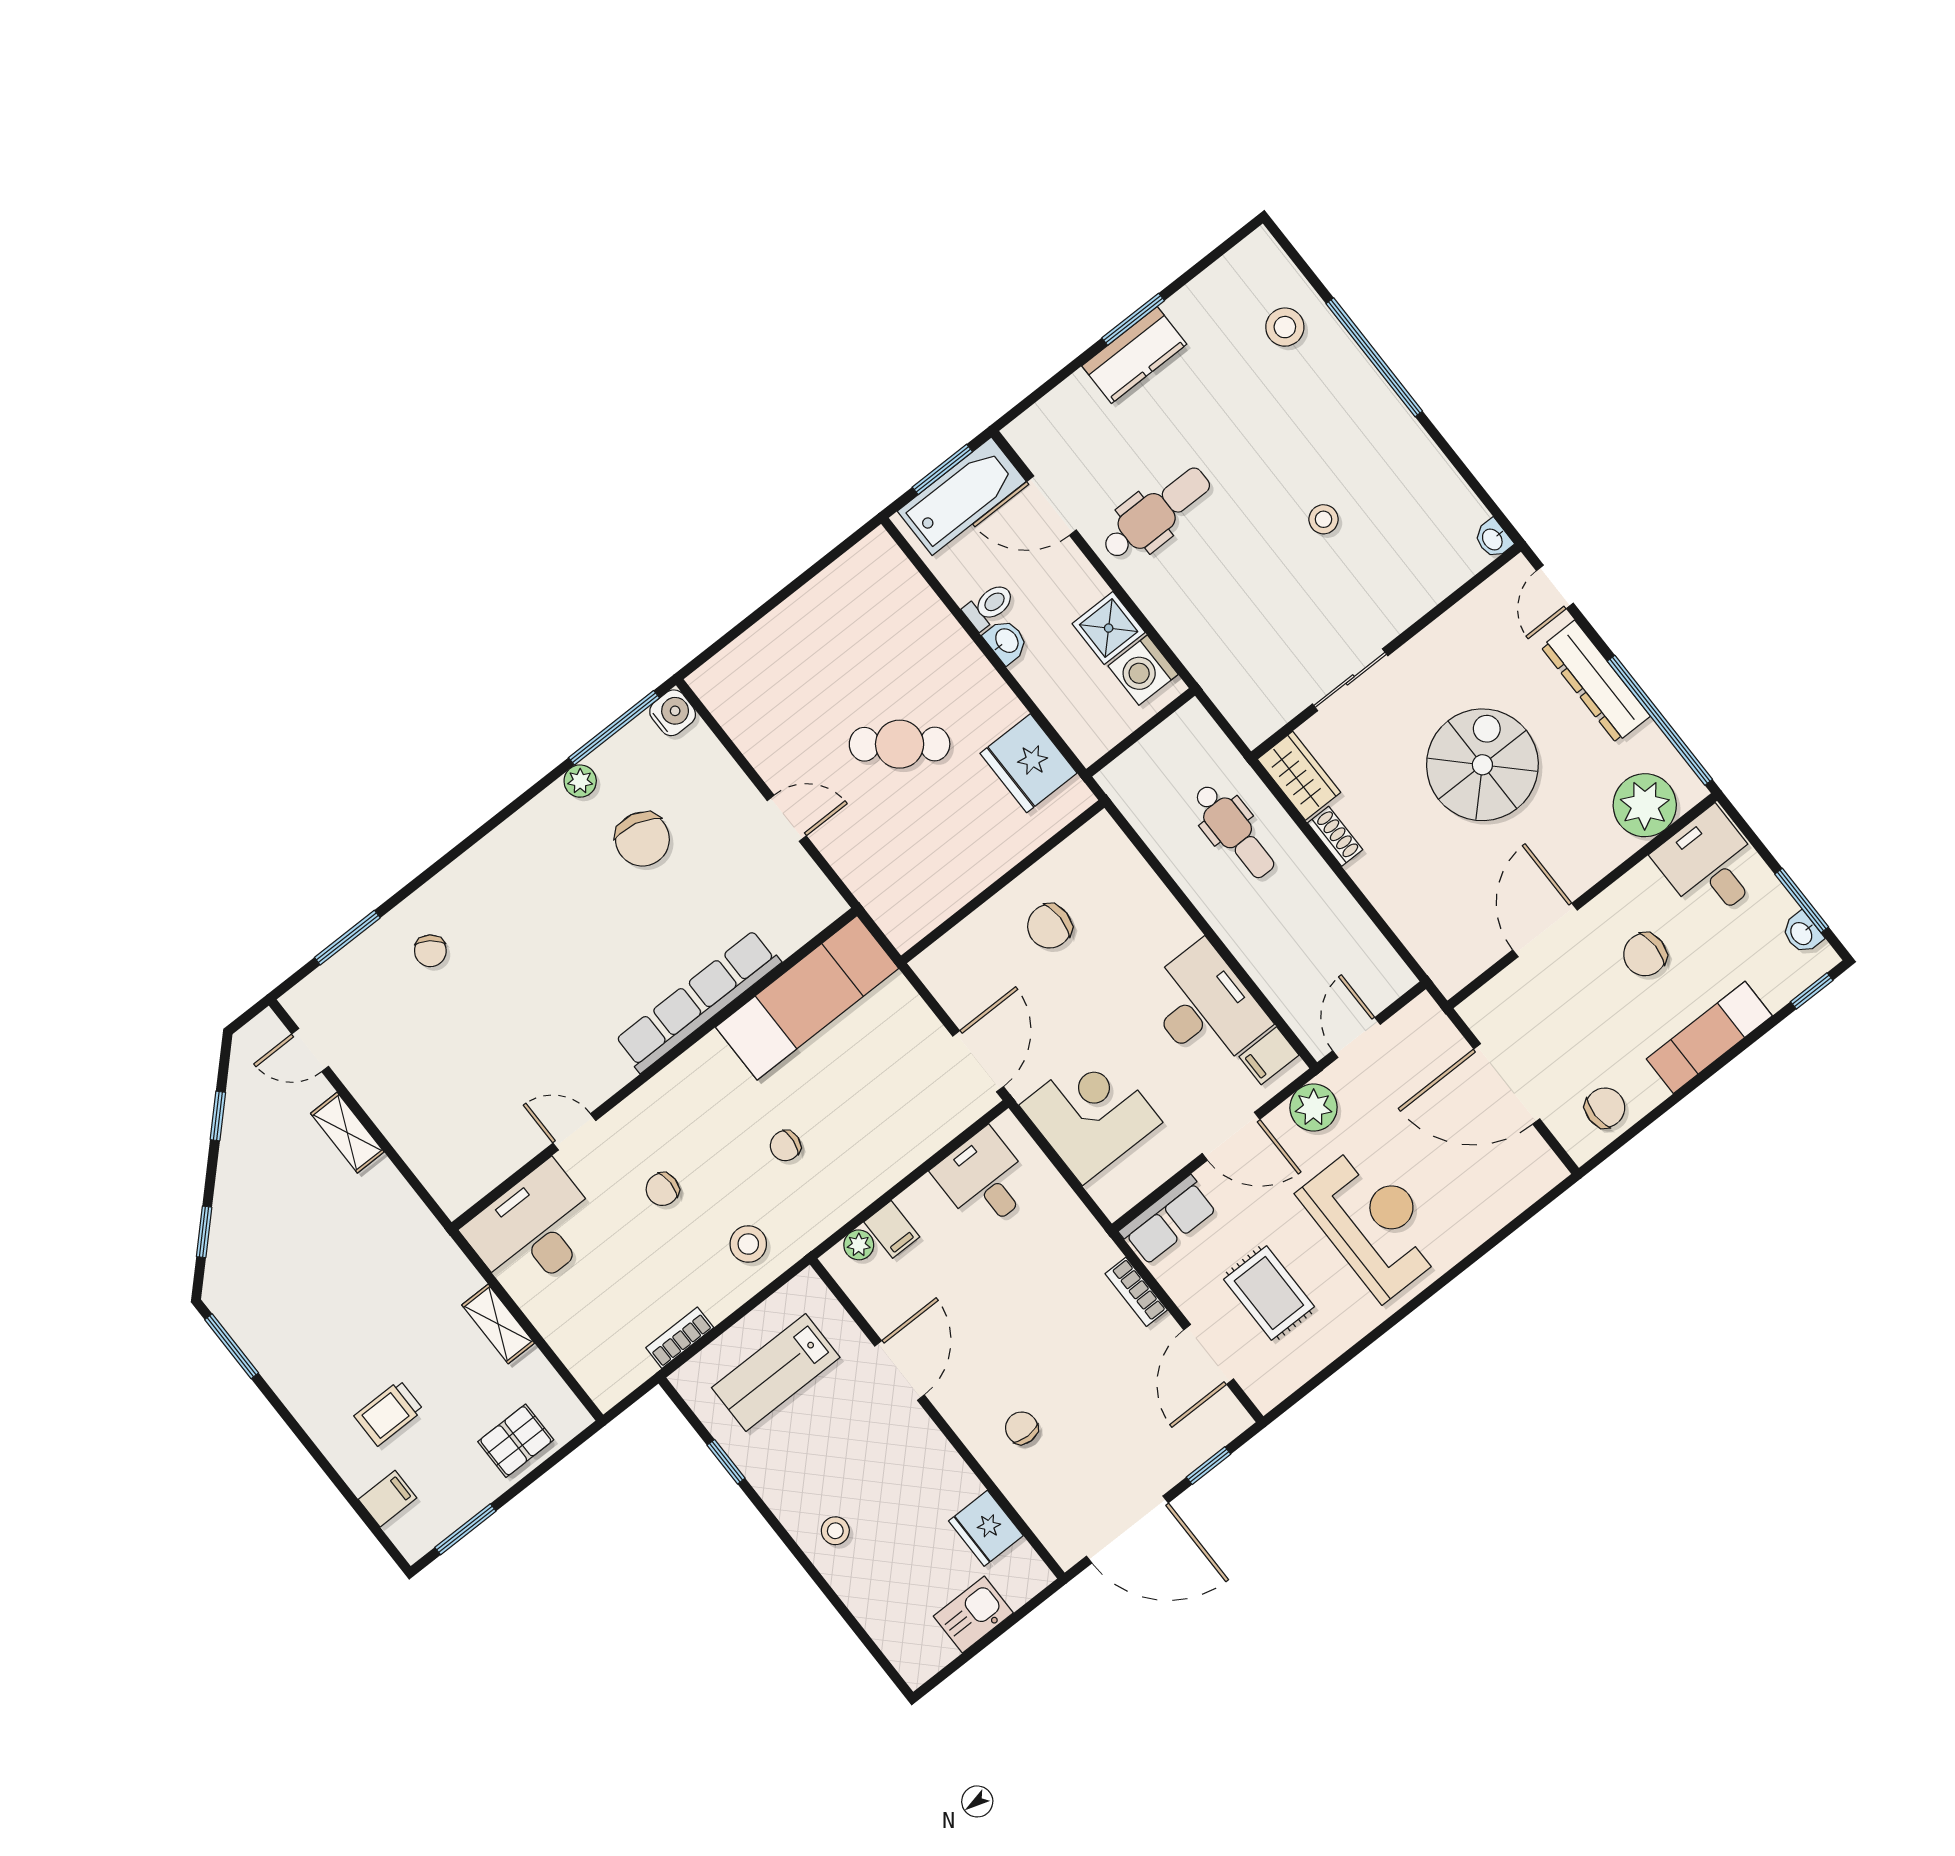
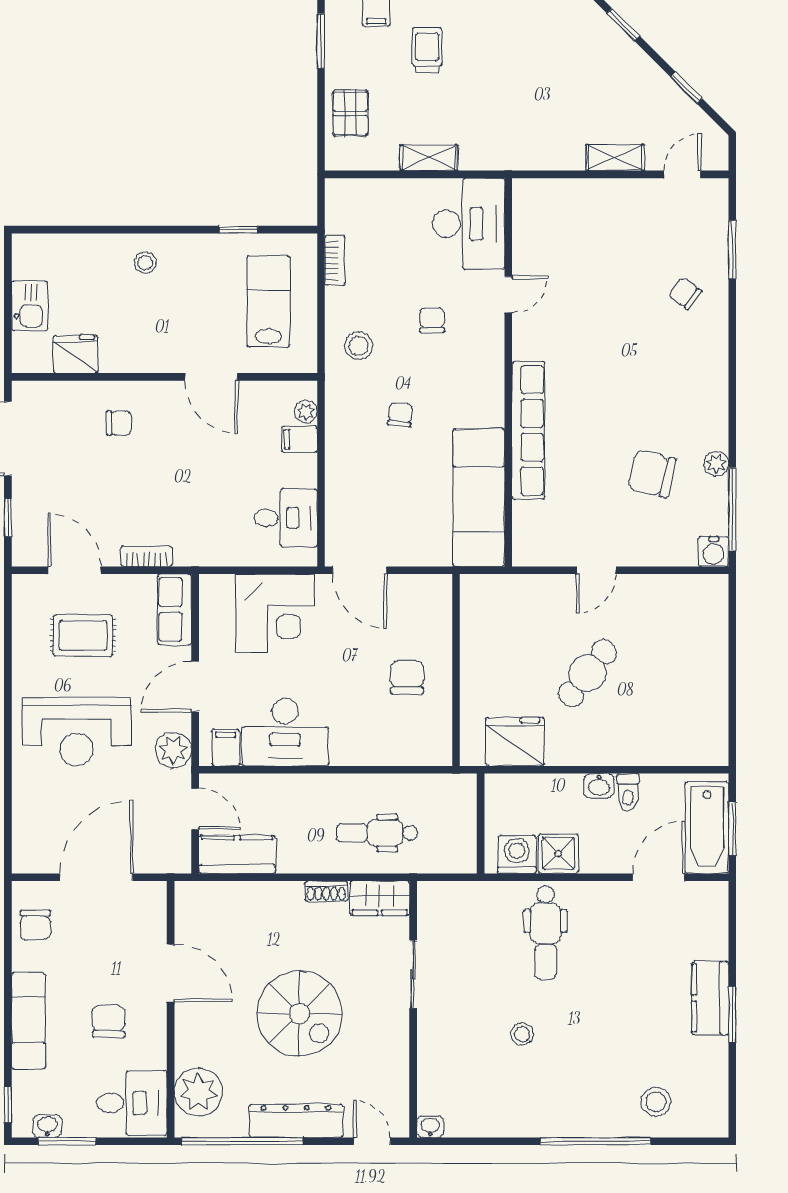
dental chair: (1156, 513) -> (546, 933), moved
kitchen counter: (1369, 958) -> (237, 854), added

